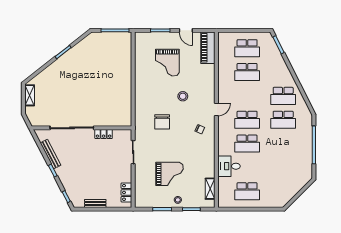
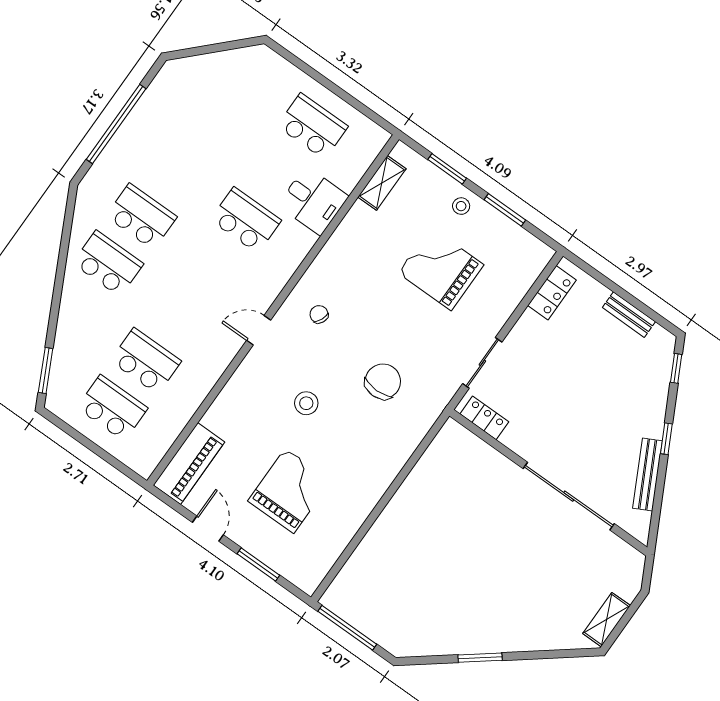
school desk: (247, 120) -> (212, 267), removed
locker: (104, 134) -> (484, 418), moved

